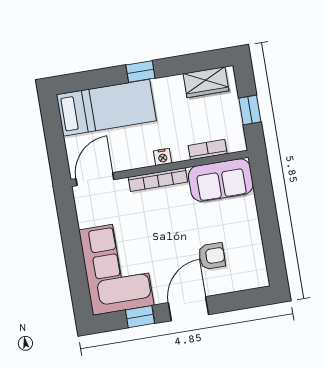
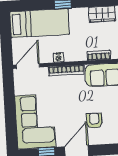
nightstand: (163, 157) -> (59, 58), moved
armchair: (212, 256) -> (94, 121), turned -90

